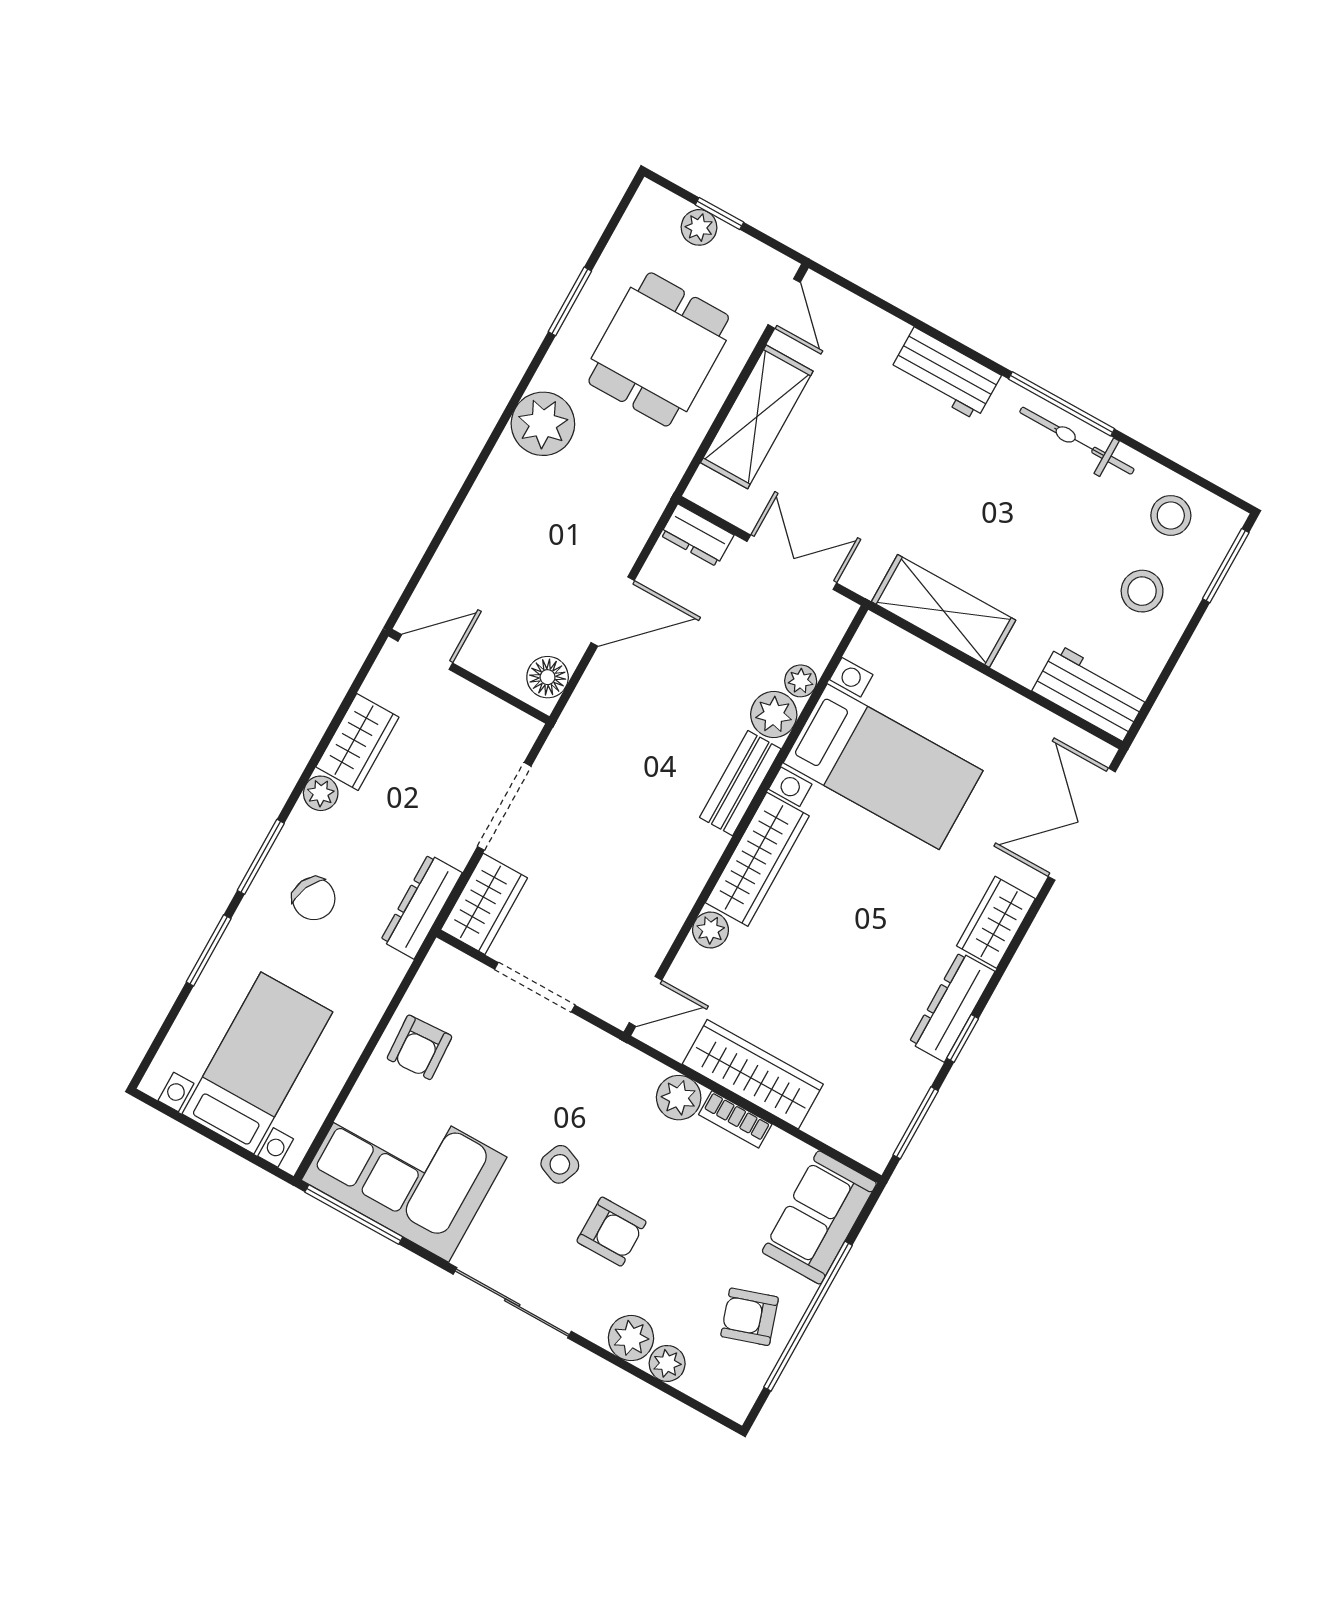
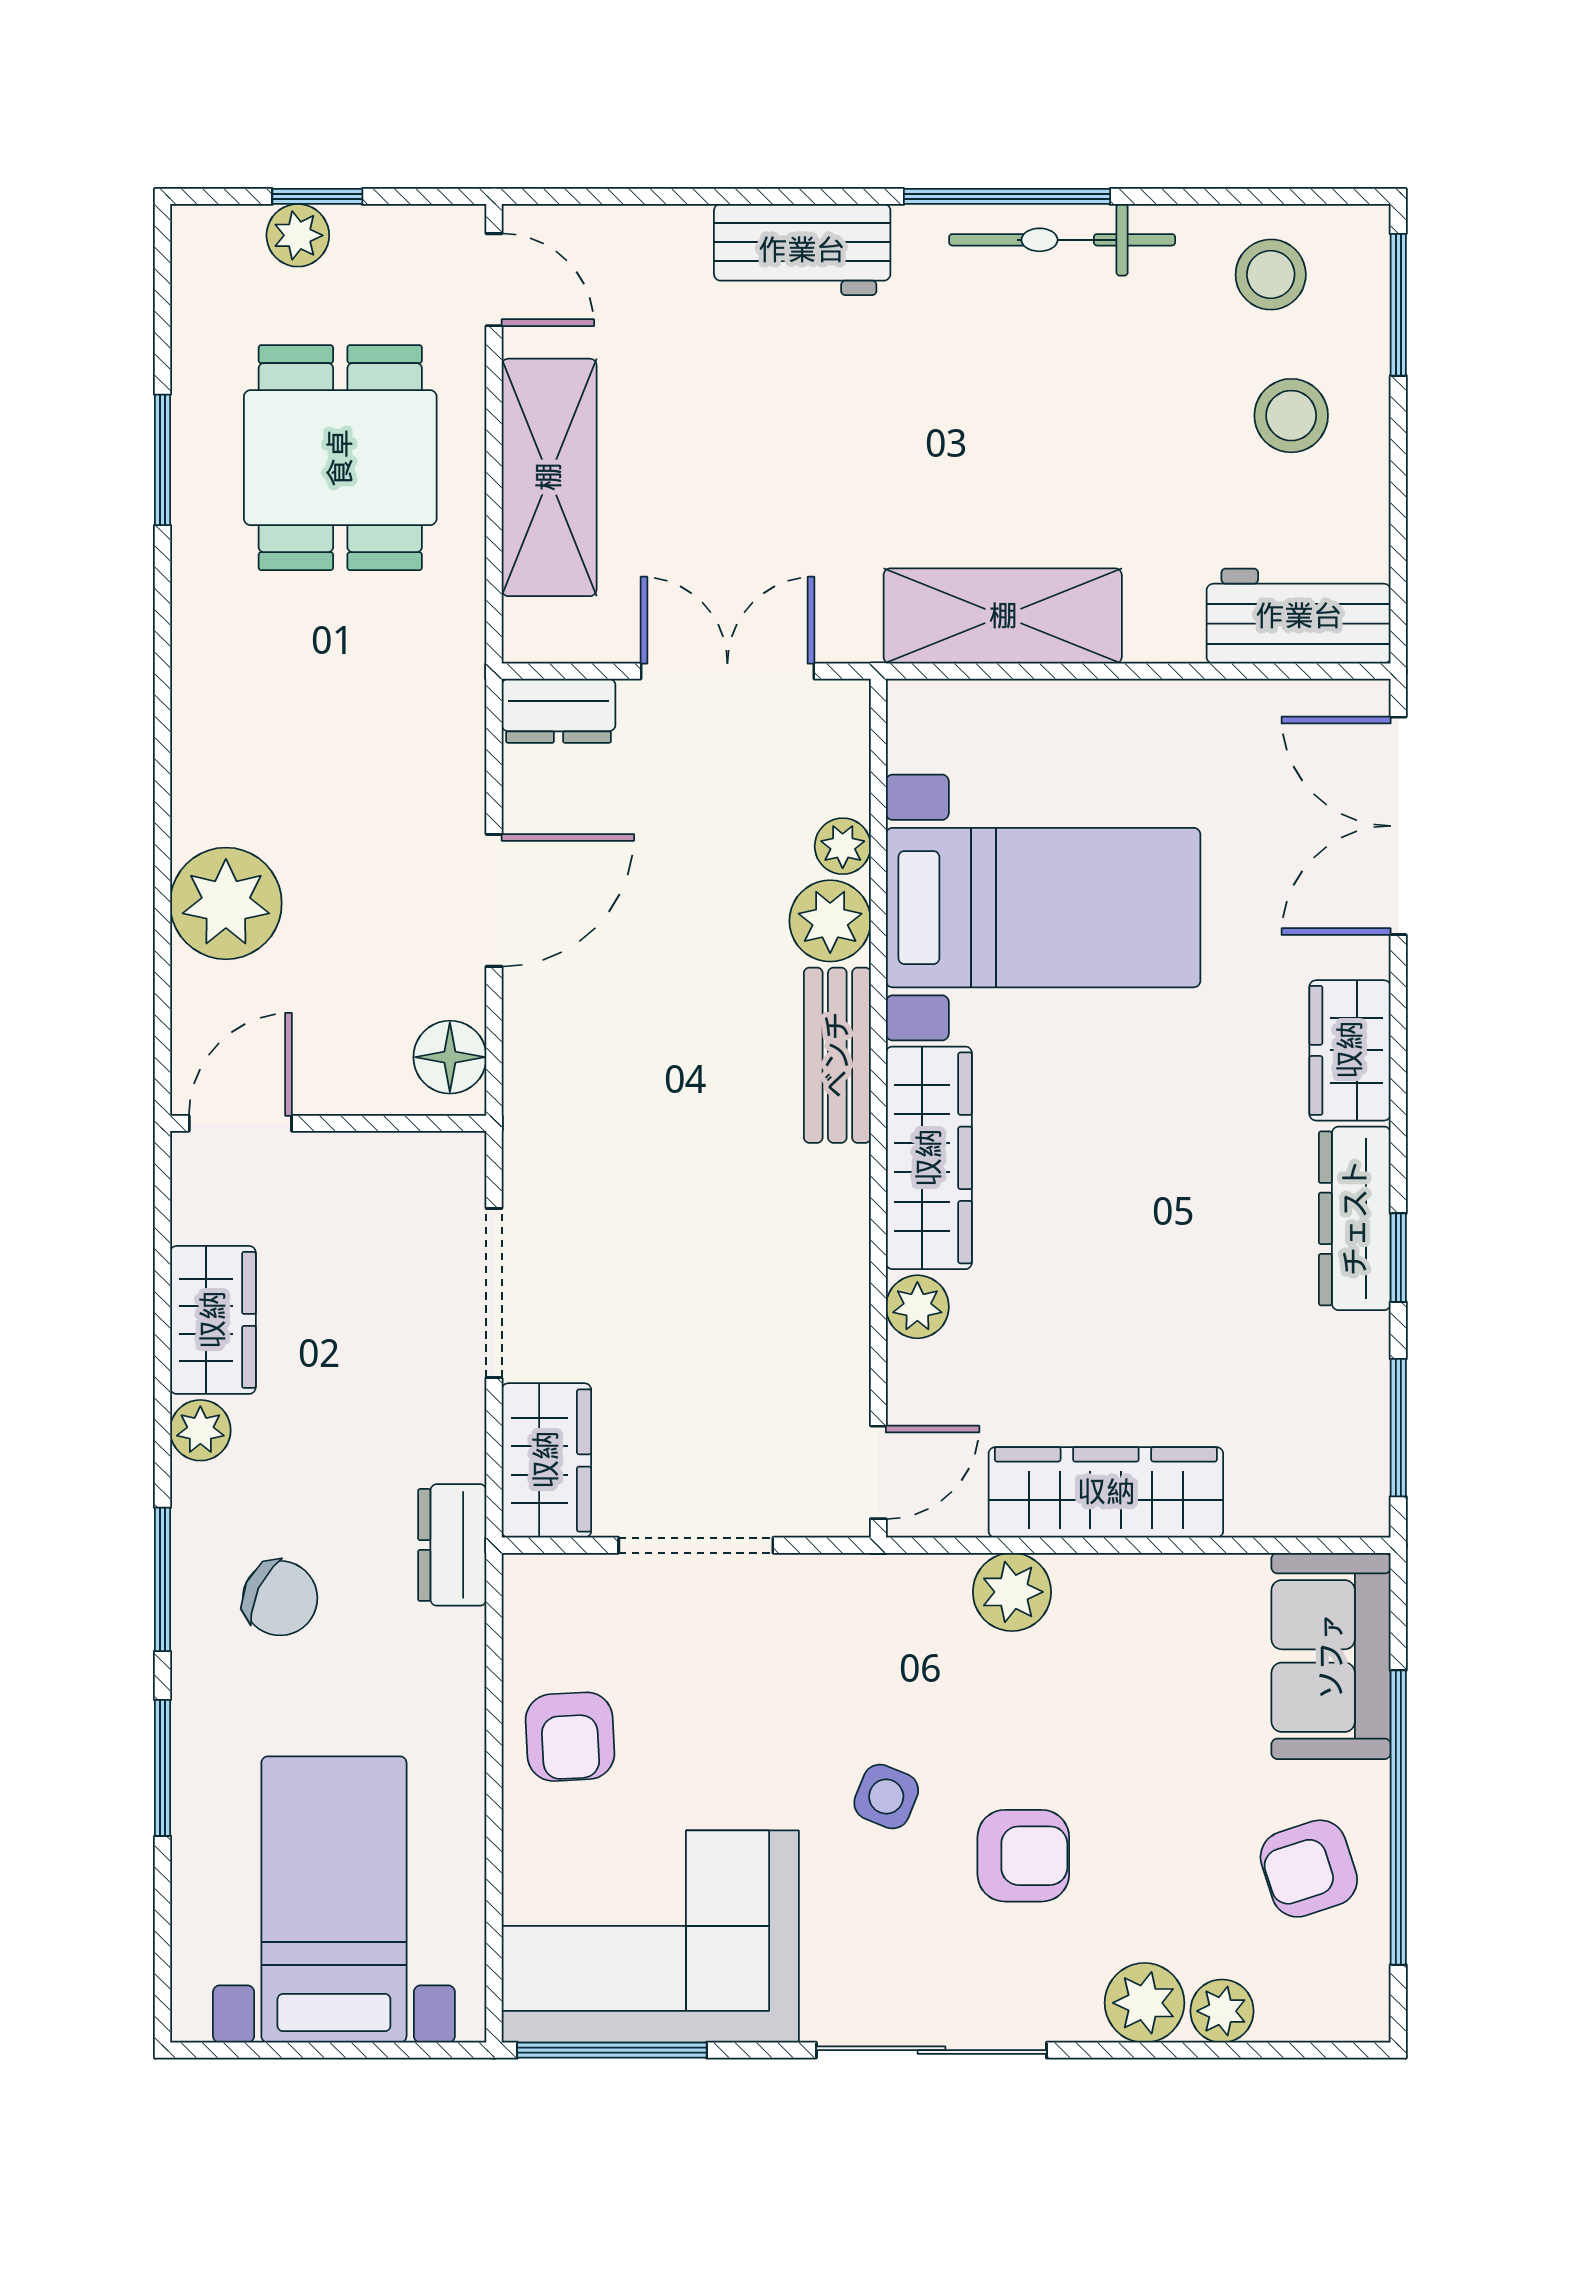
plant: (543, 424) -> (226, 903), moved
dresser: (421, 907) -> (452, 1545), width x0.70
bookcase: (735, 1119) -> (1118, 1577), removed

